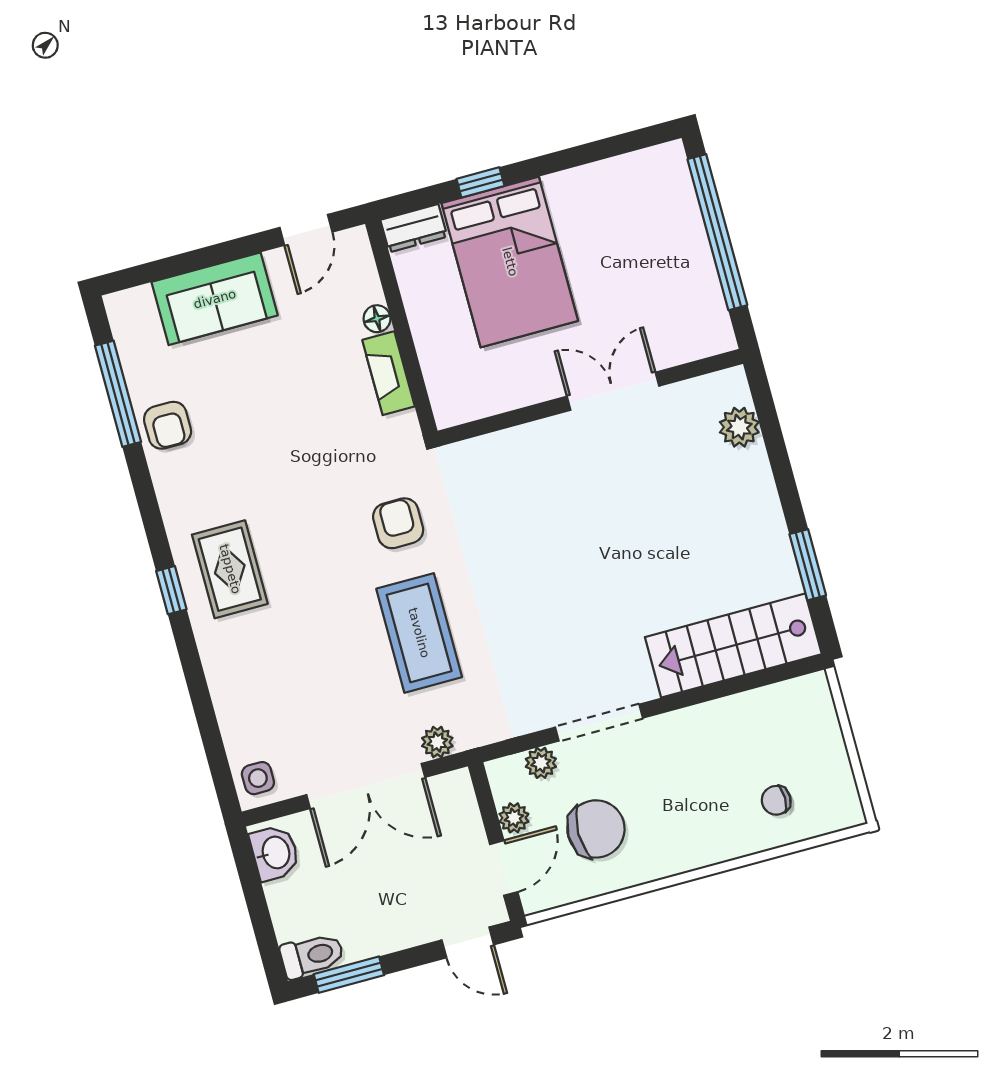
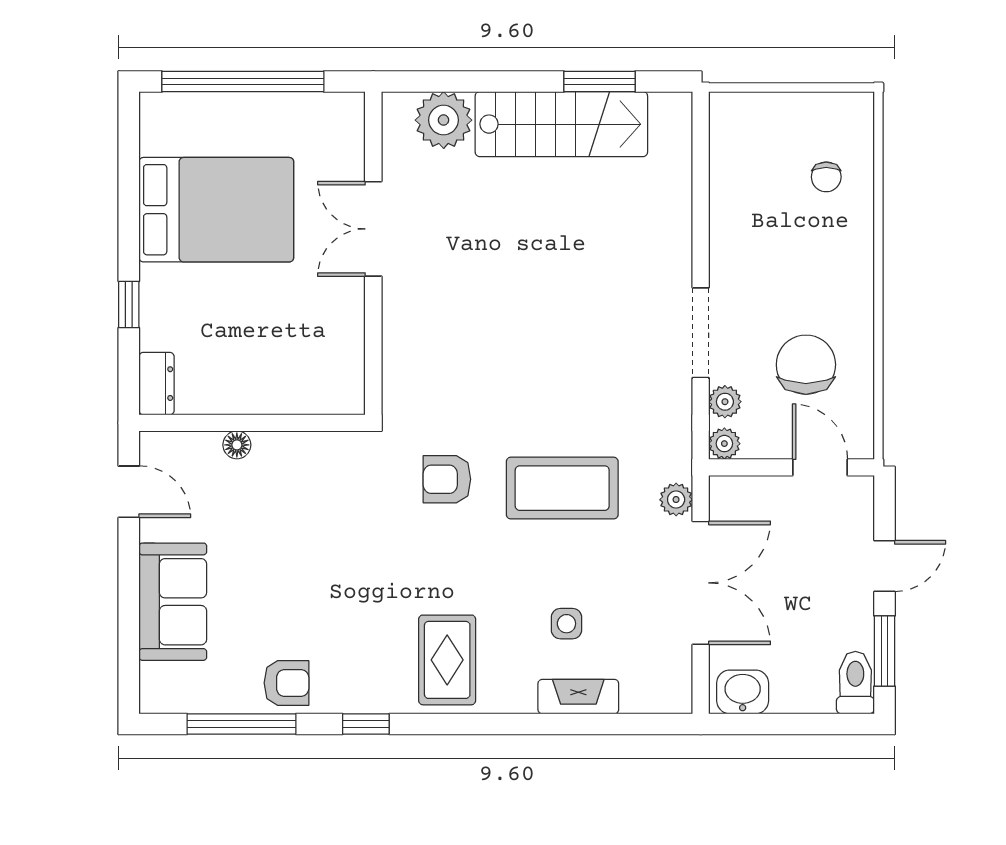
bed: (510, 262) -> (216, 210), moved
fireplace: (388, 373) -> (578, 697), moved, turned 180
plant: (739, 427) -> (444, 120), width x1.36, depth x1.36
rug: (230, 569) -> (447, 660), turned 90
window: (171, 590) -> (366, 724), moved
stairs: (733, 646) -> (561, 124), moved, turned -90
side table: (258, 778) -> (566, 624), moved
plant: (514, 818) -> (724, 444), moved
door: (468, 942) -> (884, 566), moved

